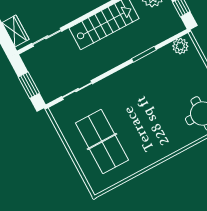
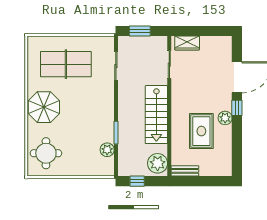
plant: (180, 46) -> (107, 150), moved
parasol: (157, 141) -> (44, 107), added

